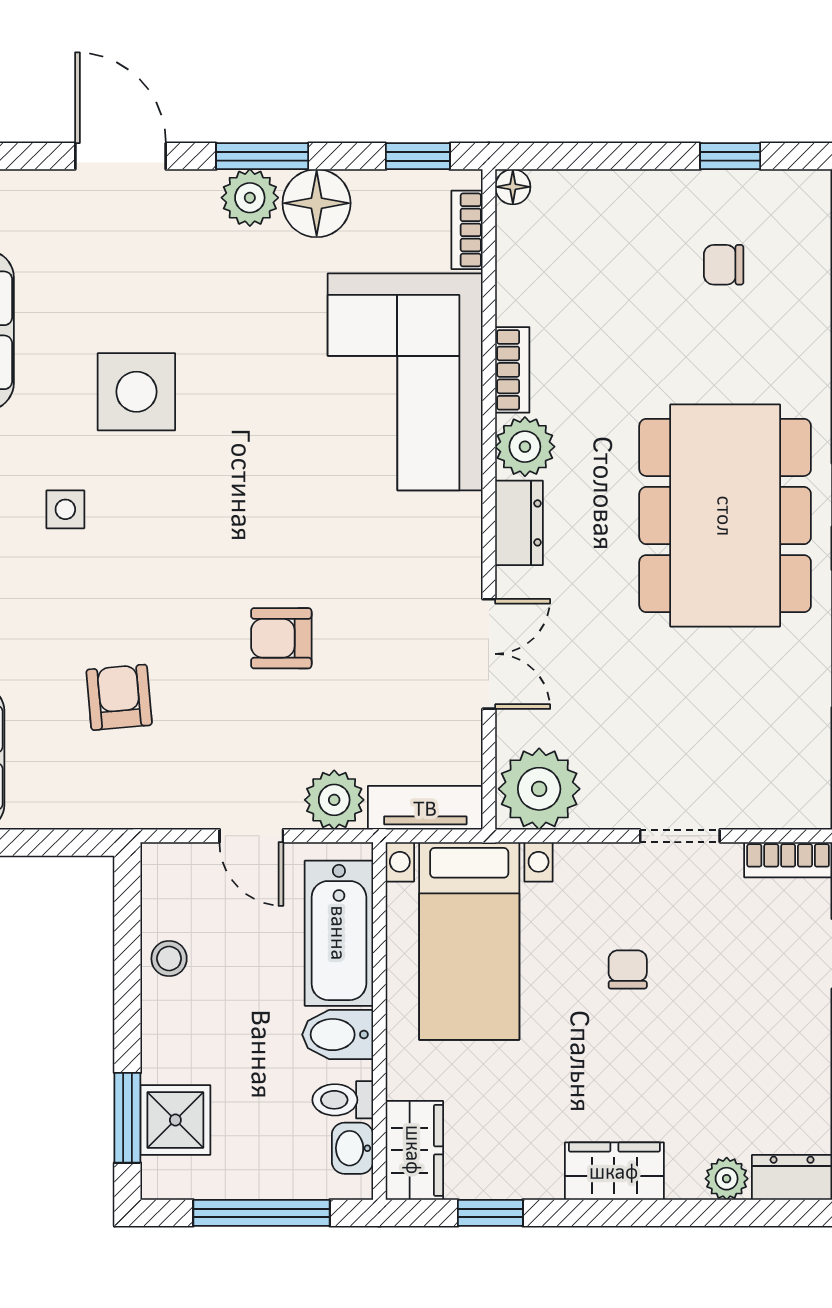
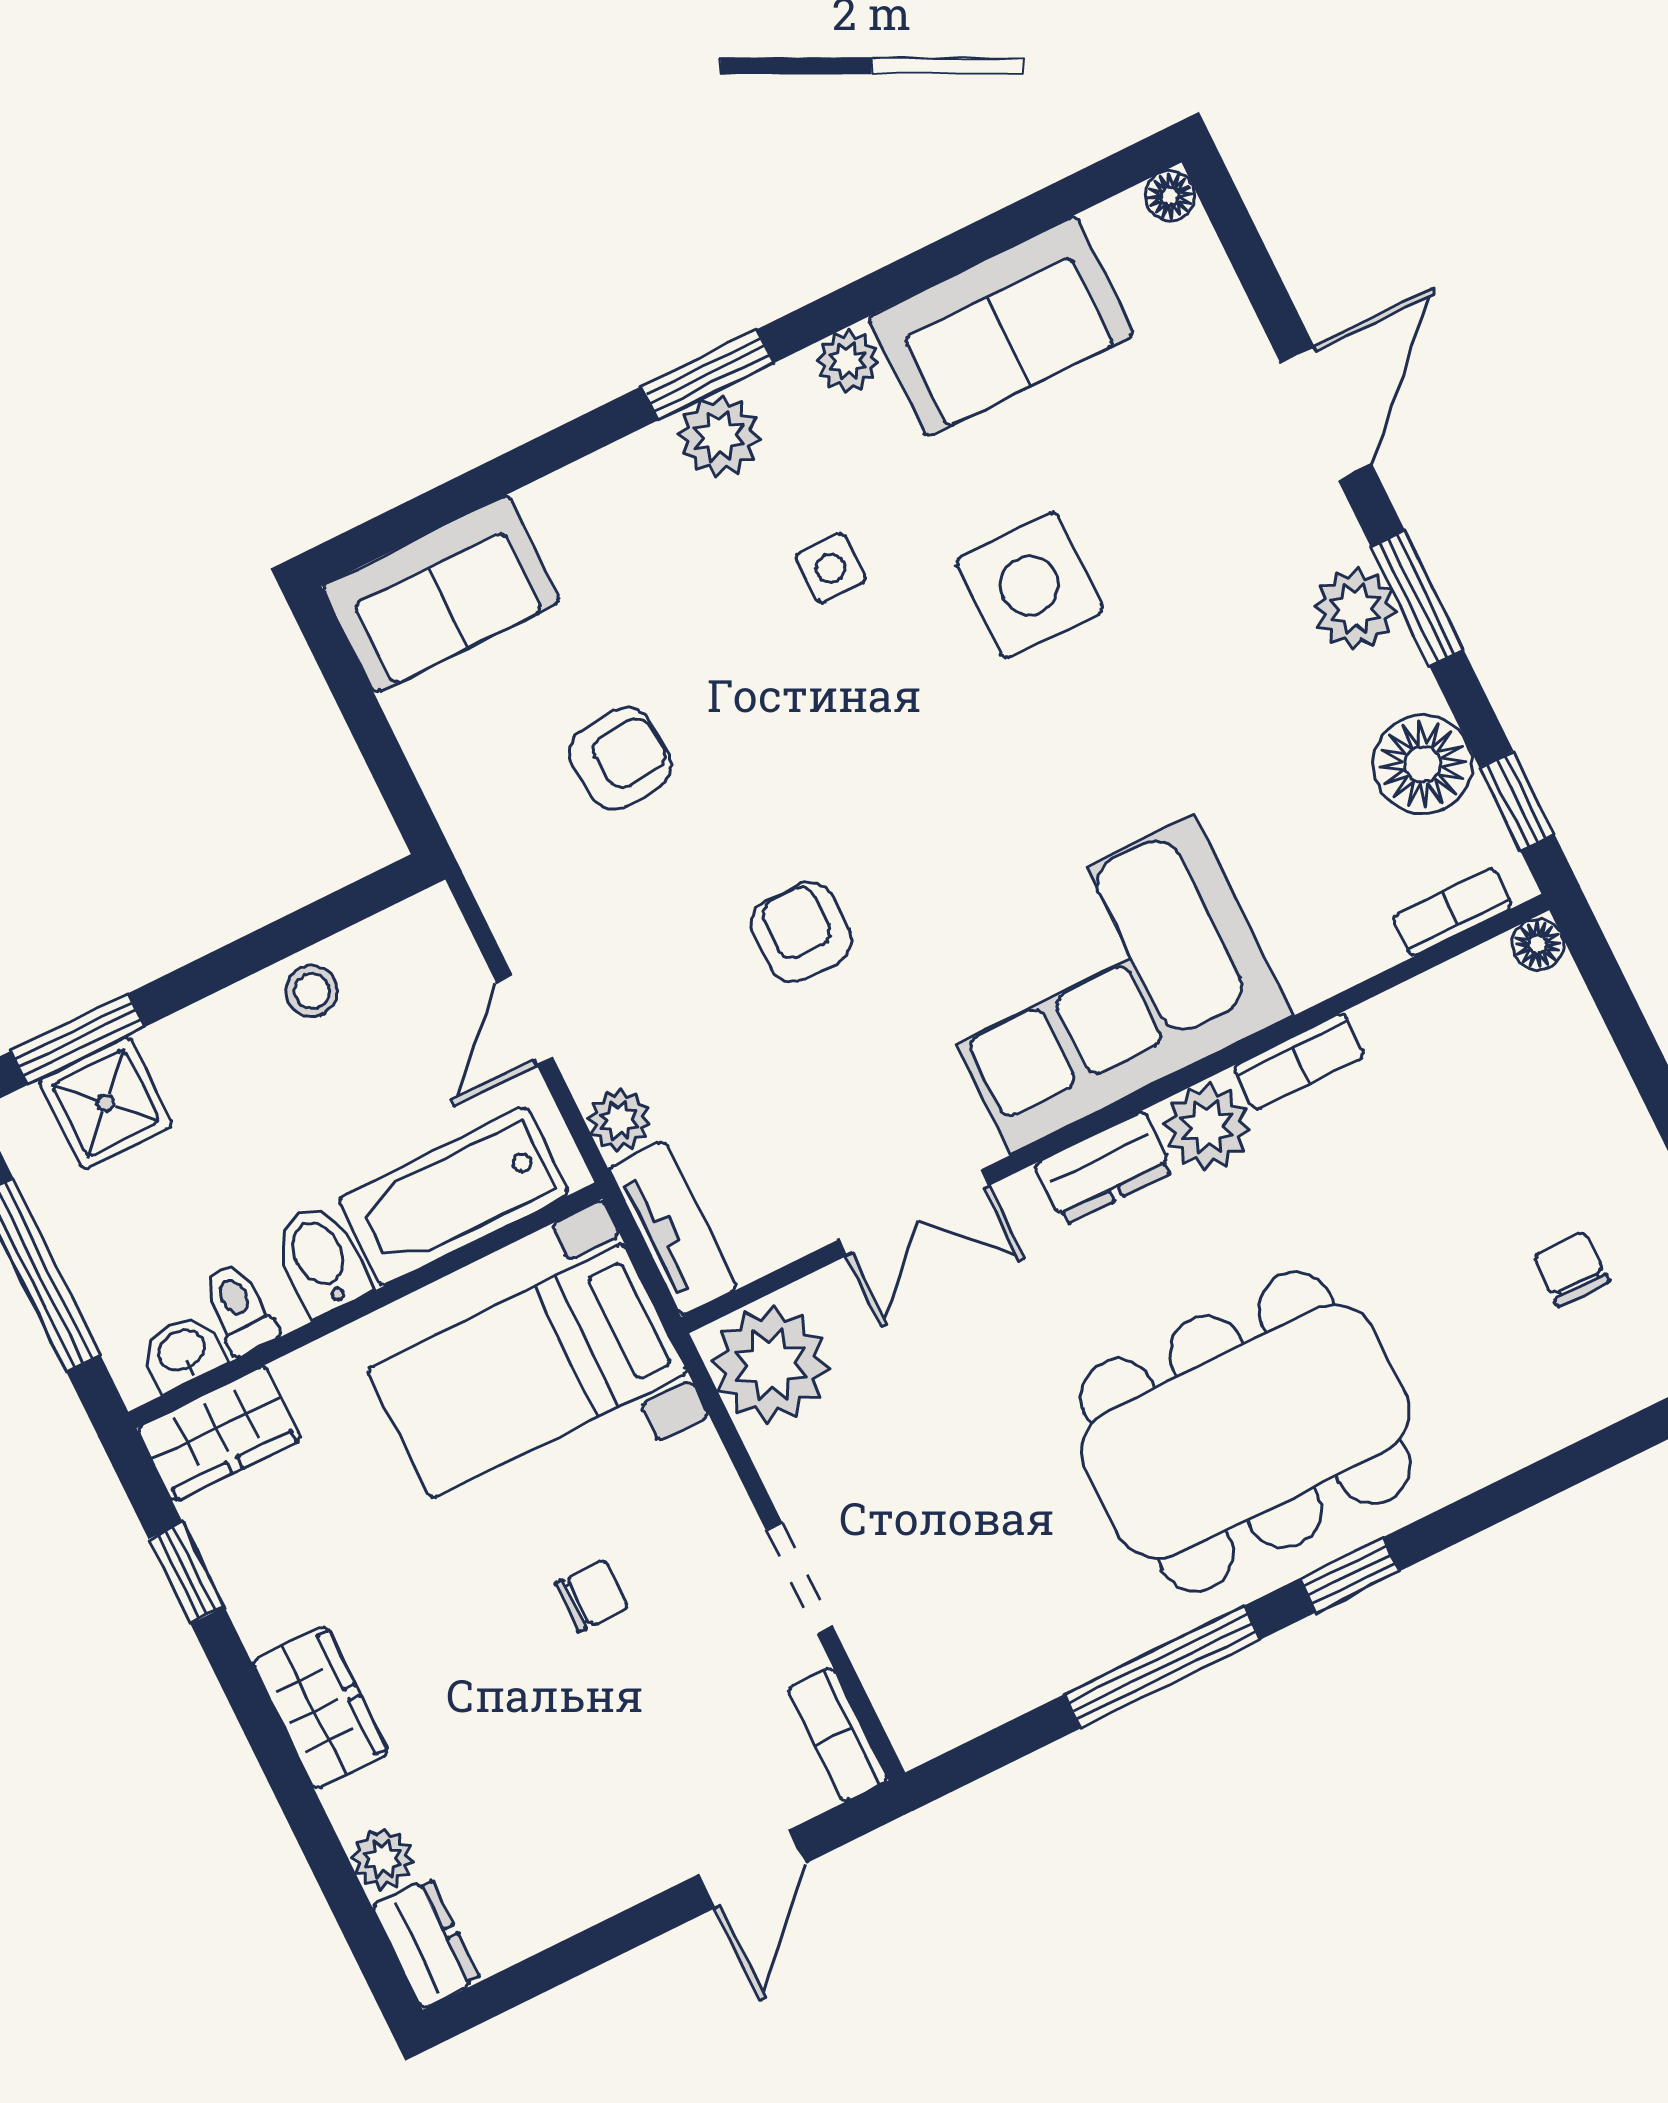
floor lamp: (317, 203) -> (1423, 764), moved
corner sofa: (405, 382) -> (1102, 984), moved
plant: (334, 800) -> (619, 1120), width x0.73, depth x0.73

